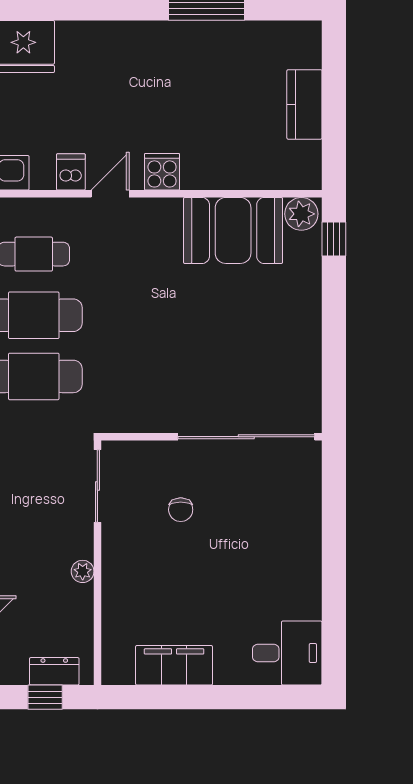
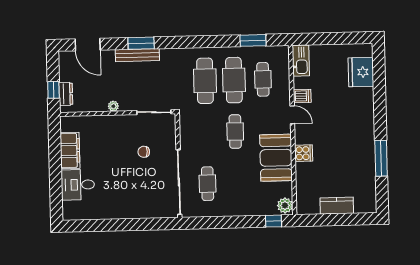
cooker: (162, 172) -> (304, 153), moved
booth: (233, 230) -> (276, 158), moved
cafe table: (142, 315) -> (235, 131), added
cafe table: (251, 376) -> (208, 184), added
desk: (287, 653) -> (78, 185), moved, turned 90

